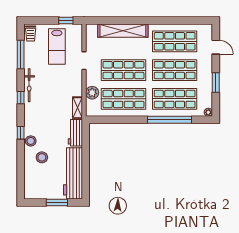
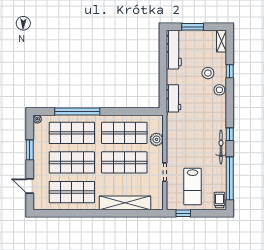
lab bench: (57, 47) -> (193, 187), turned 180
window: (21, 55) -> (230, 178), width x1.46
shelving: (78, 108) -> (221, 41), moved
window: (21, 133) -> (230, 71), moved
workbench: (73, 173) -> (174, 50), width x0.73, depth x0.76

